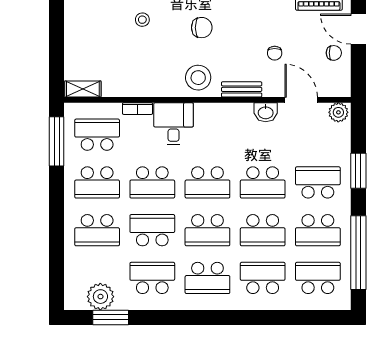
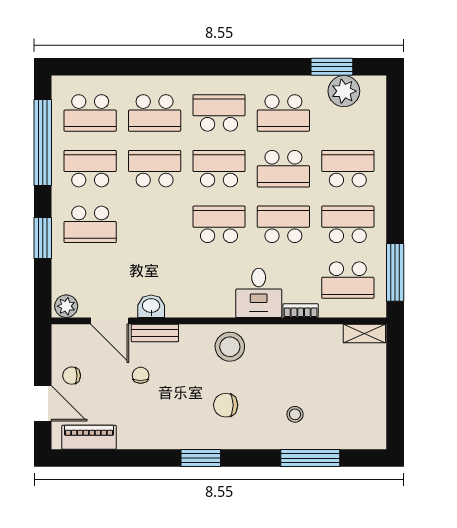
bench: (242, 89) -> (155, 333), moved
school desk: (263, 182) -> (155, 224), removed

